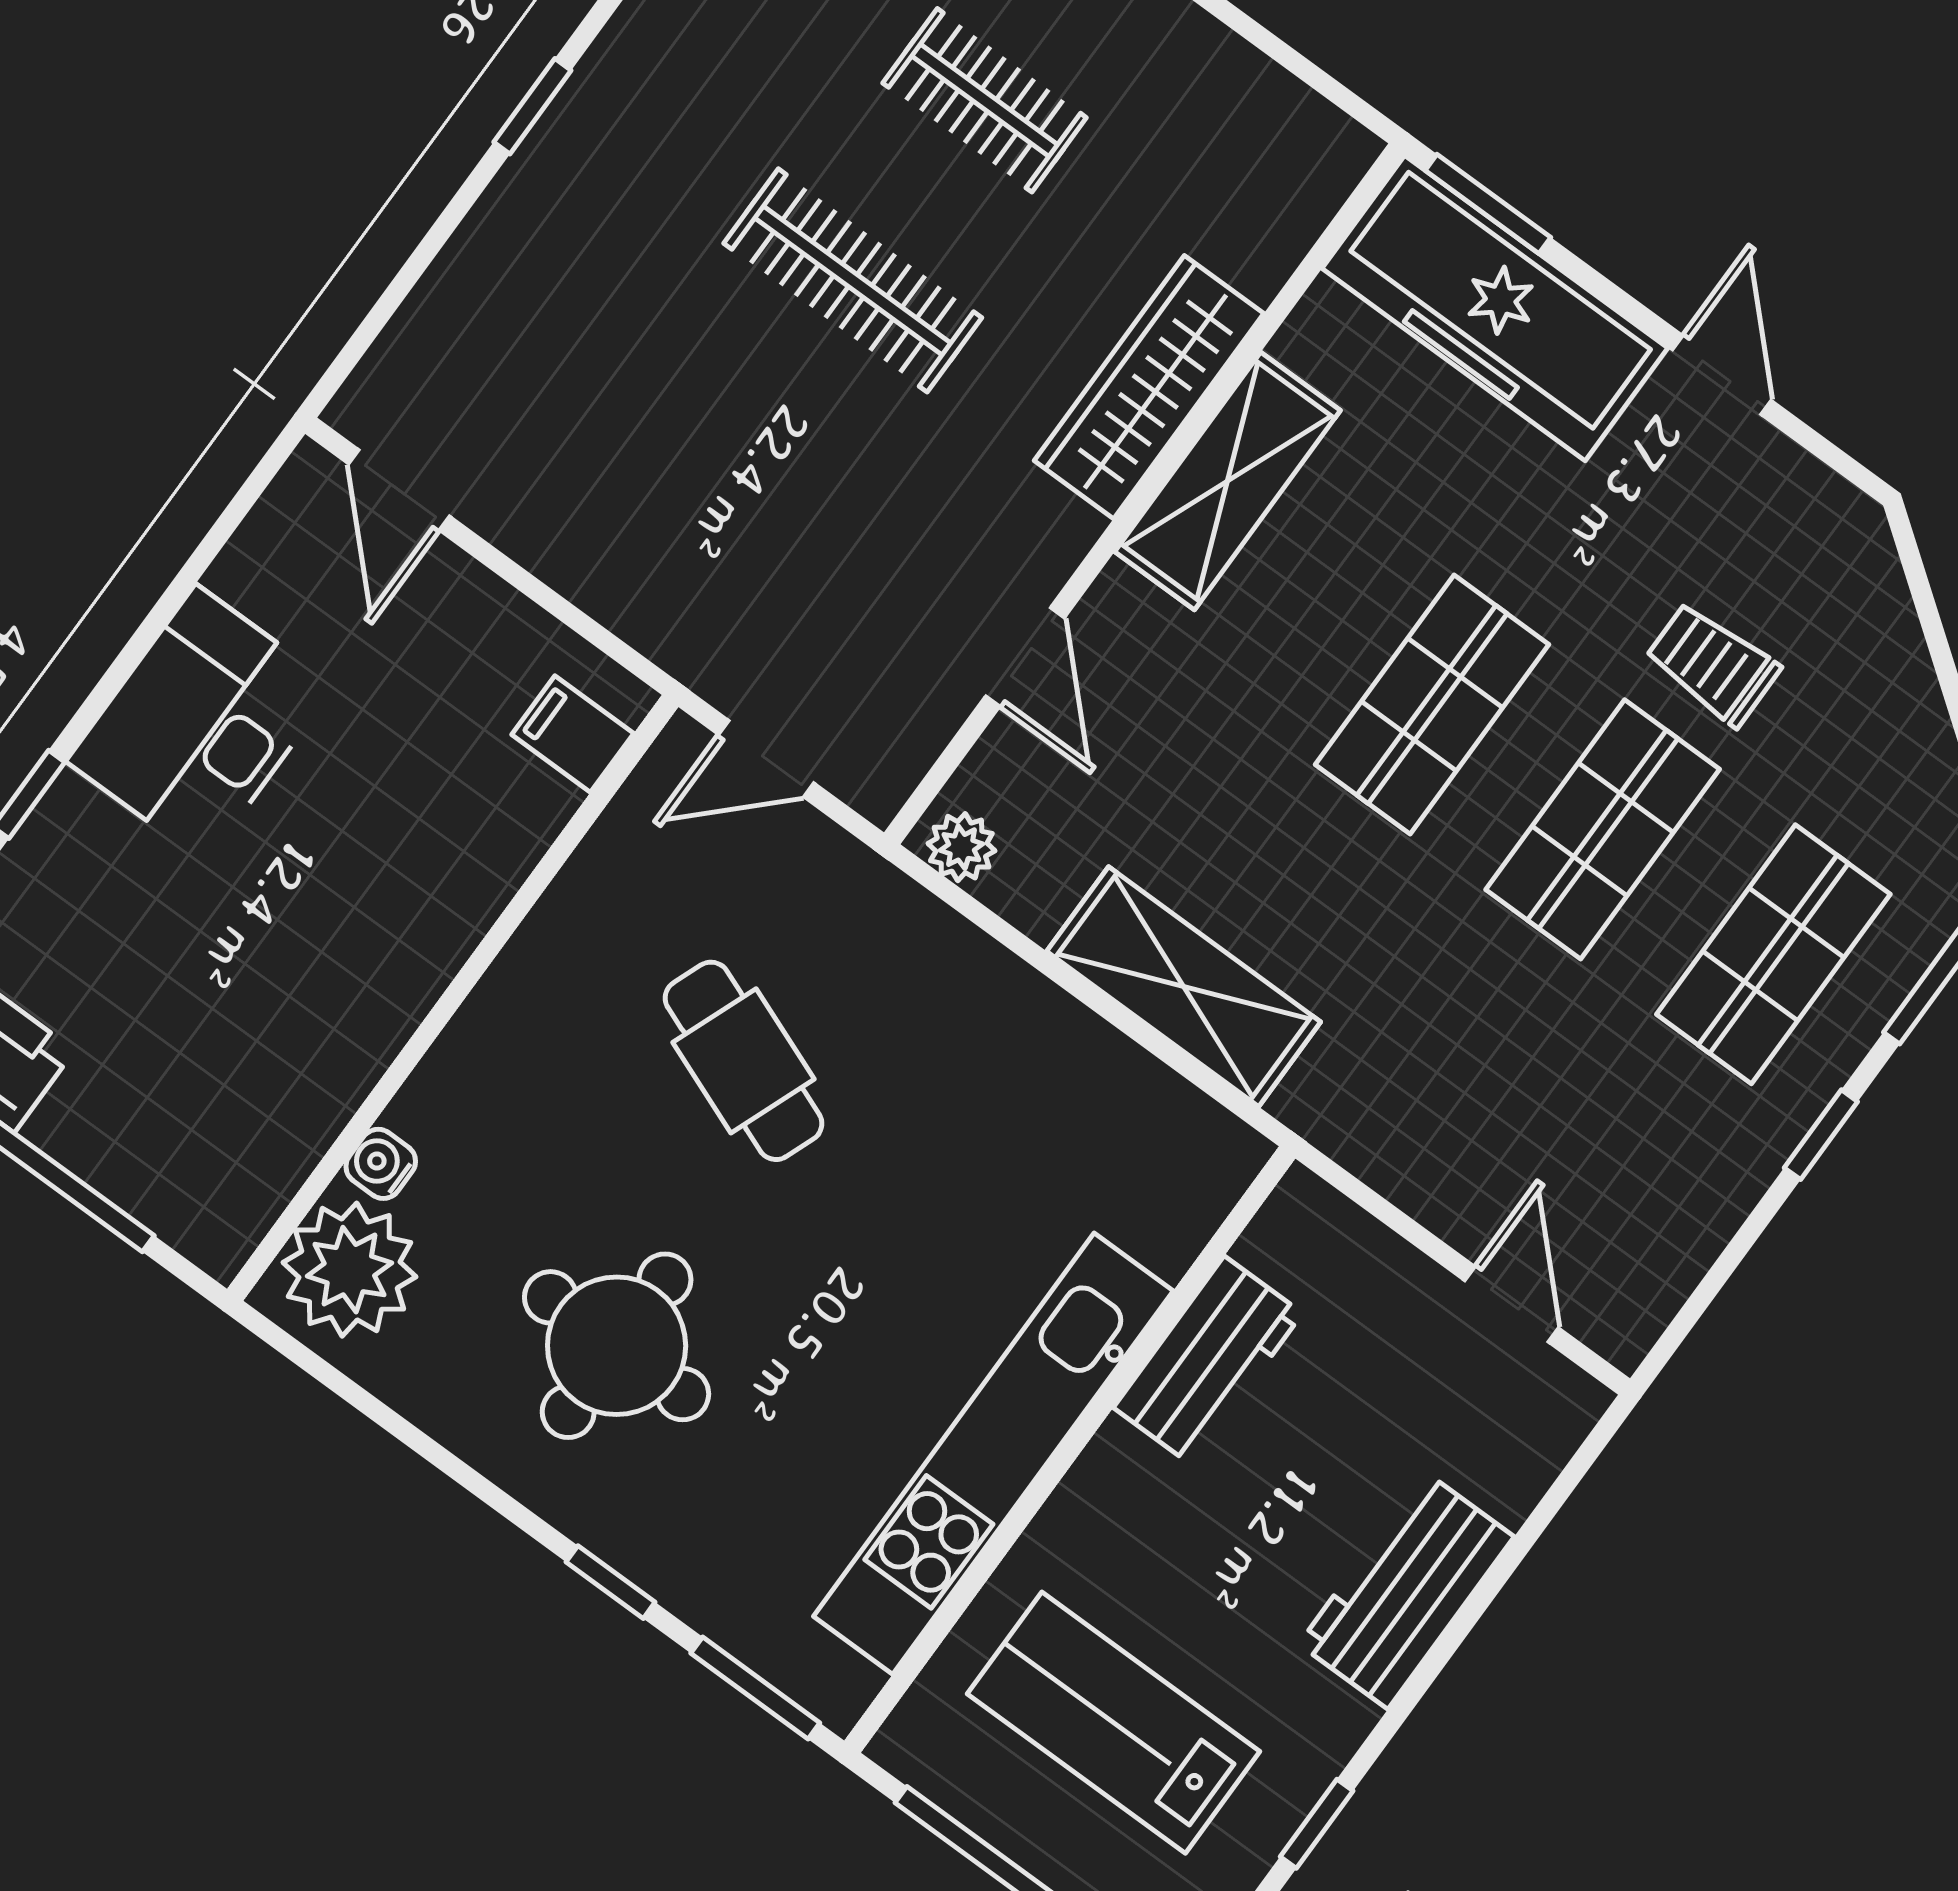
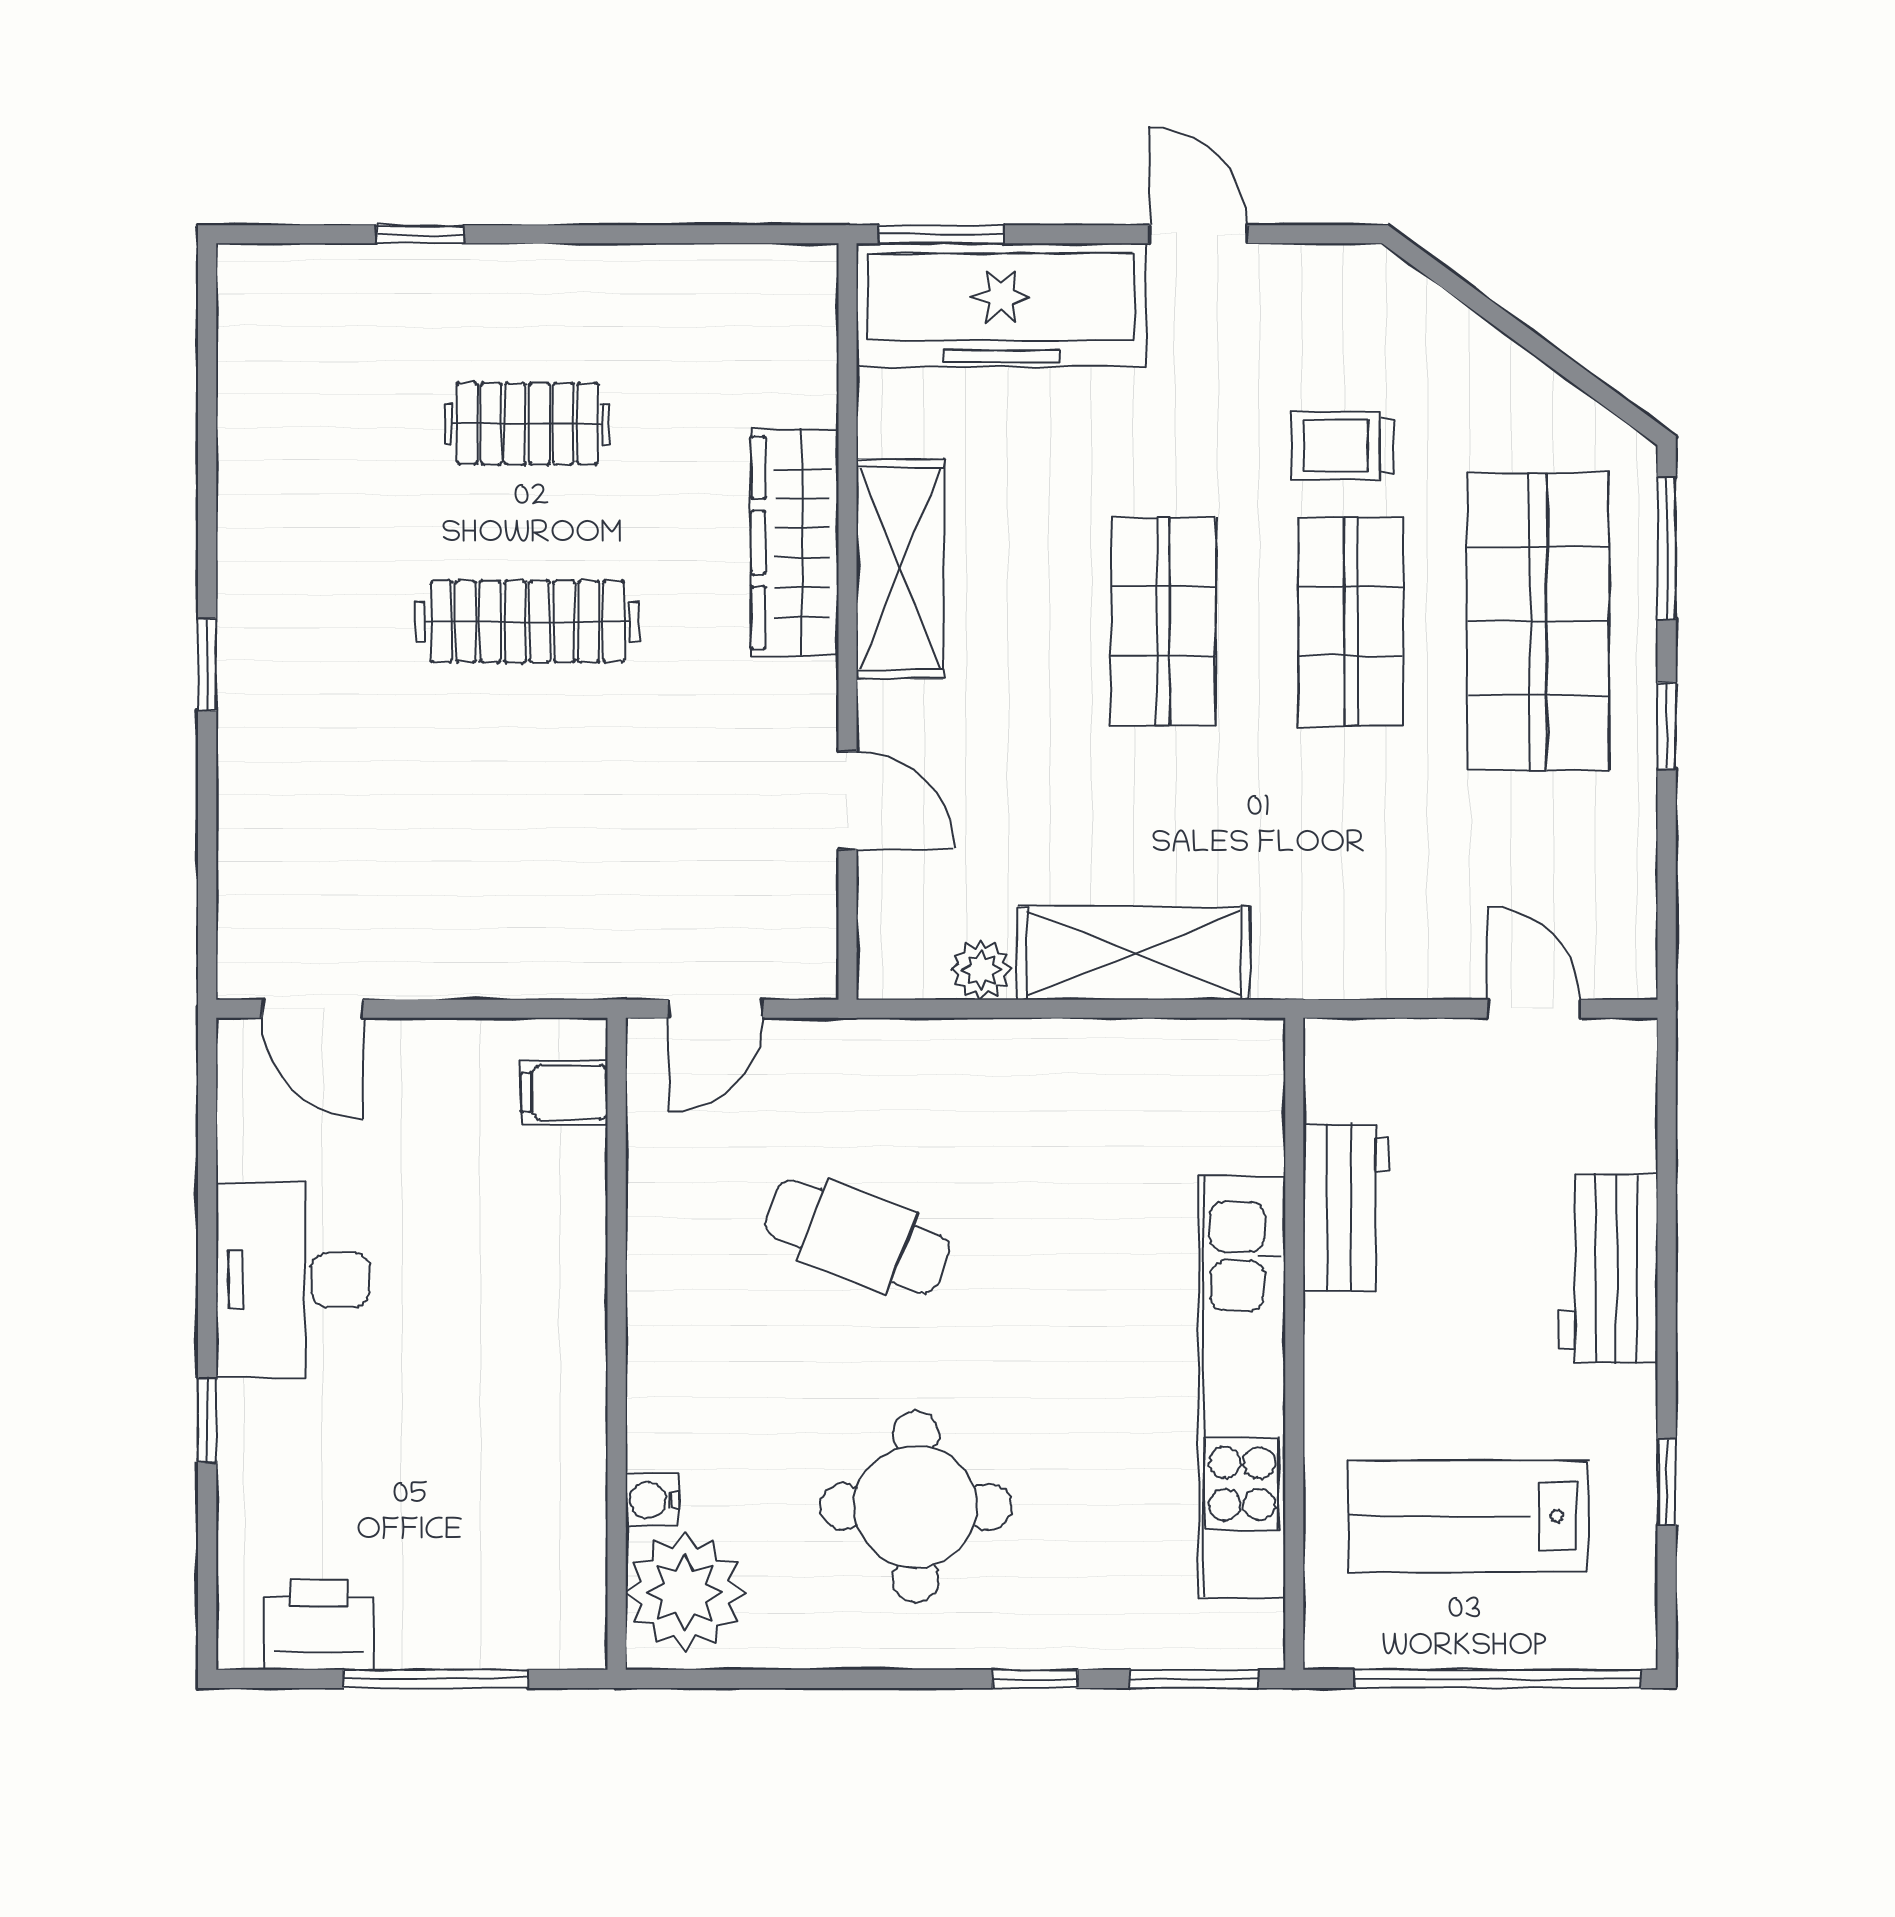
plant: (961, 847) -> (981, 970), moved
shop shelf: (1773, 954) -> (1538, 621), width x1.43, depth x1.36

